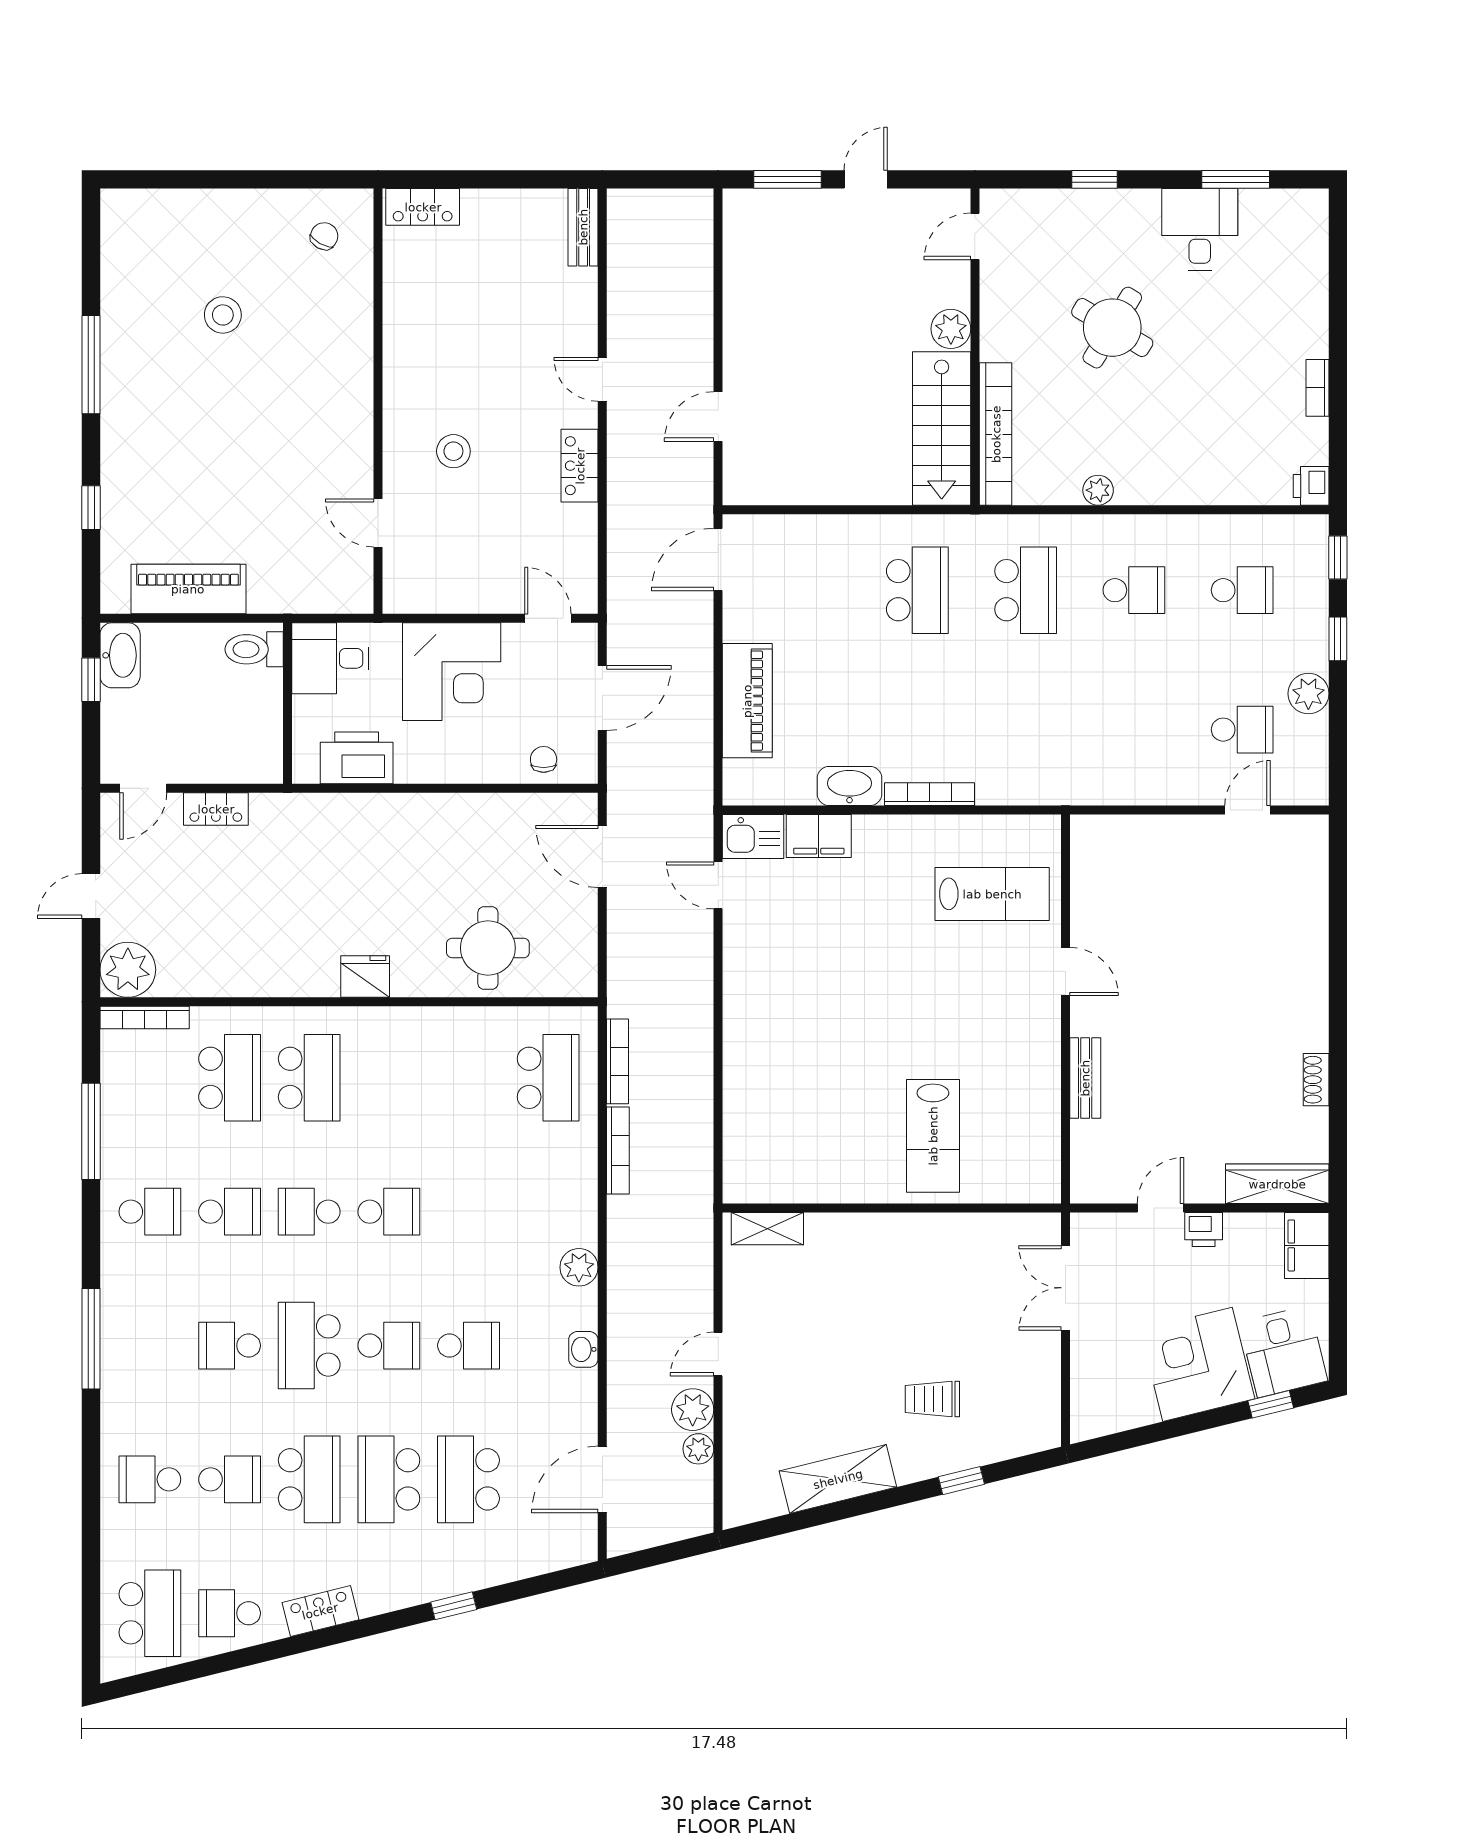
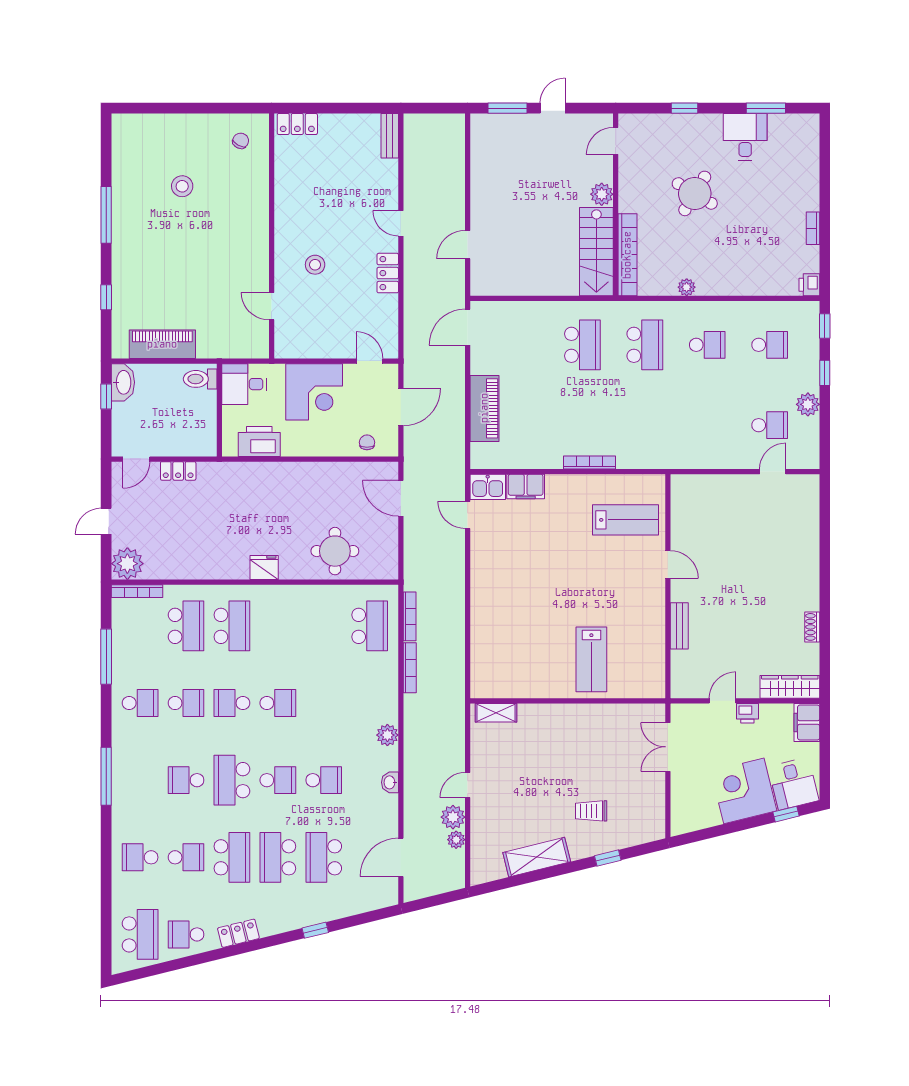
washbasin: (850, 786) -> (543, 458), removed

